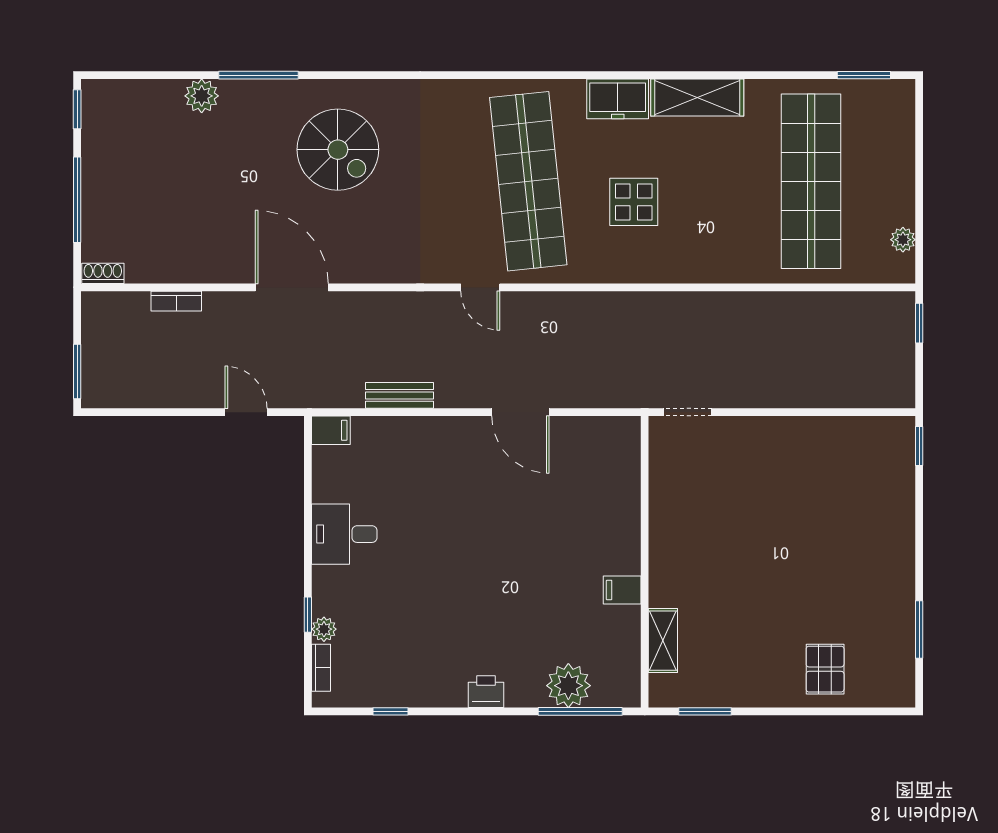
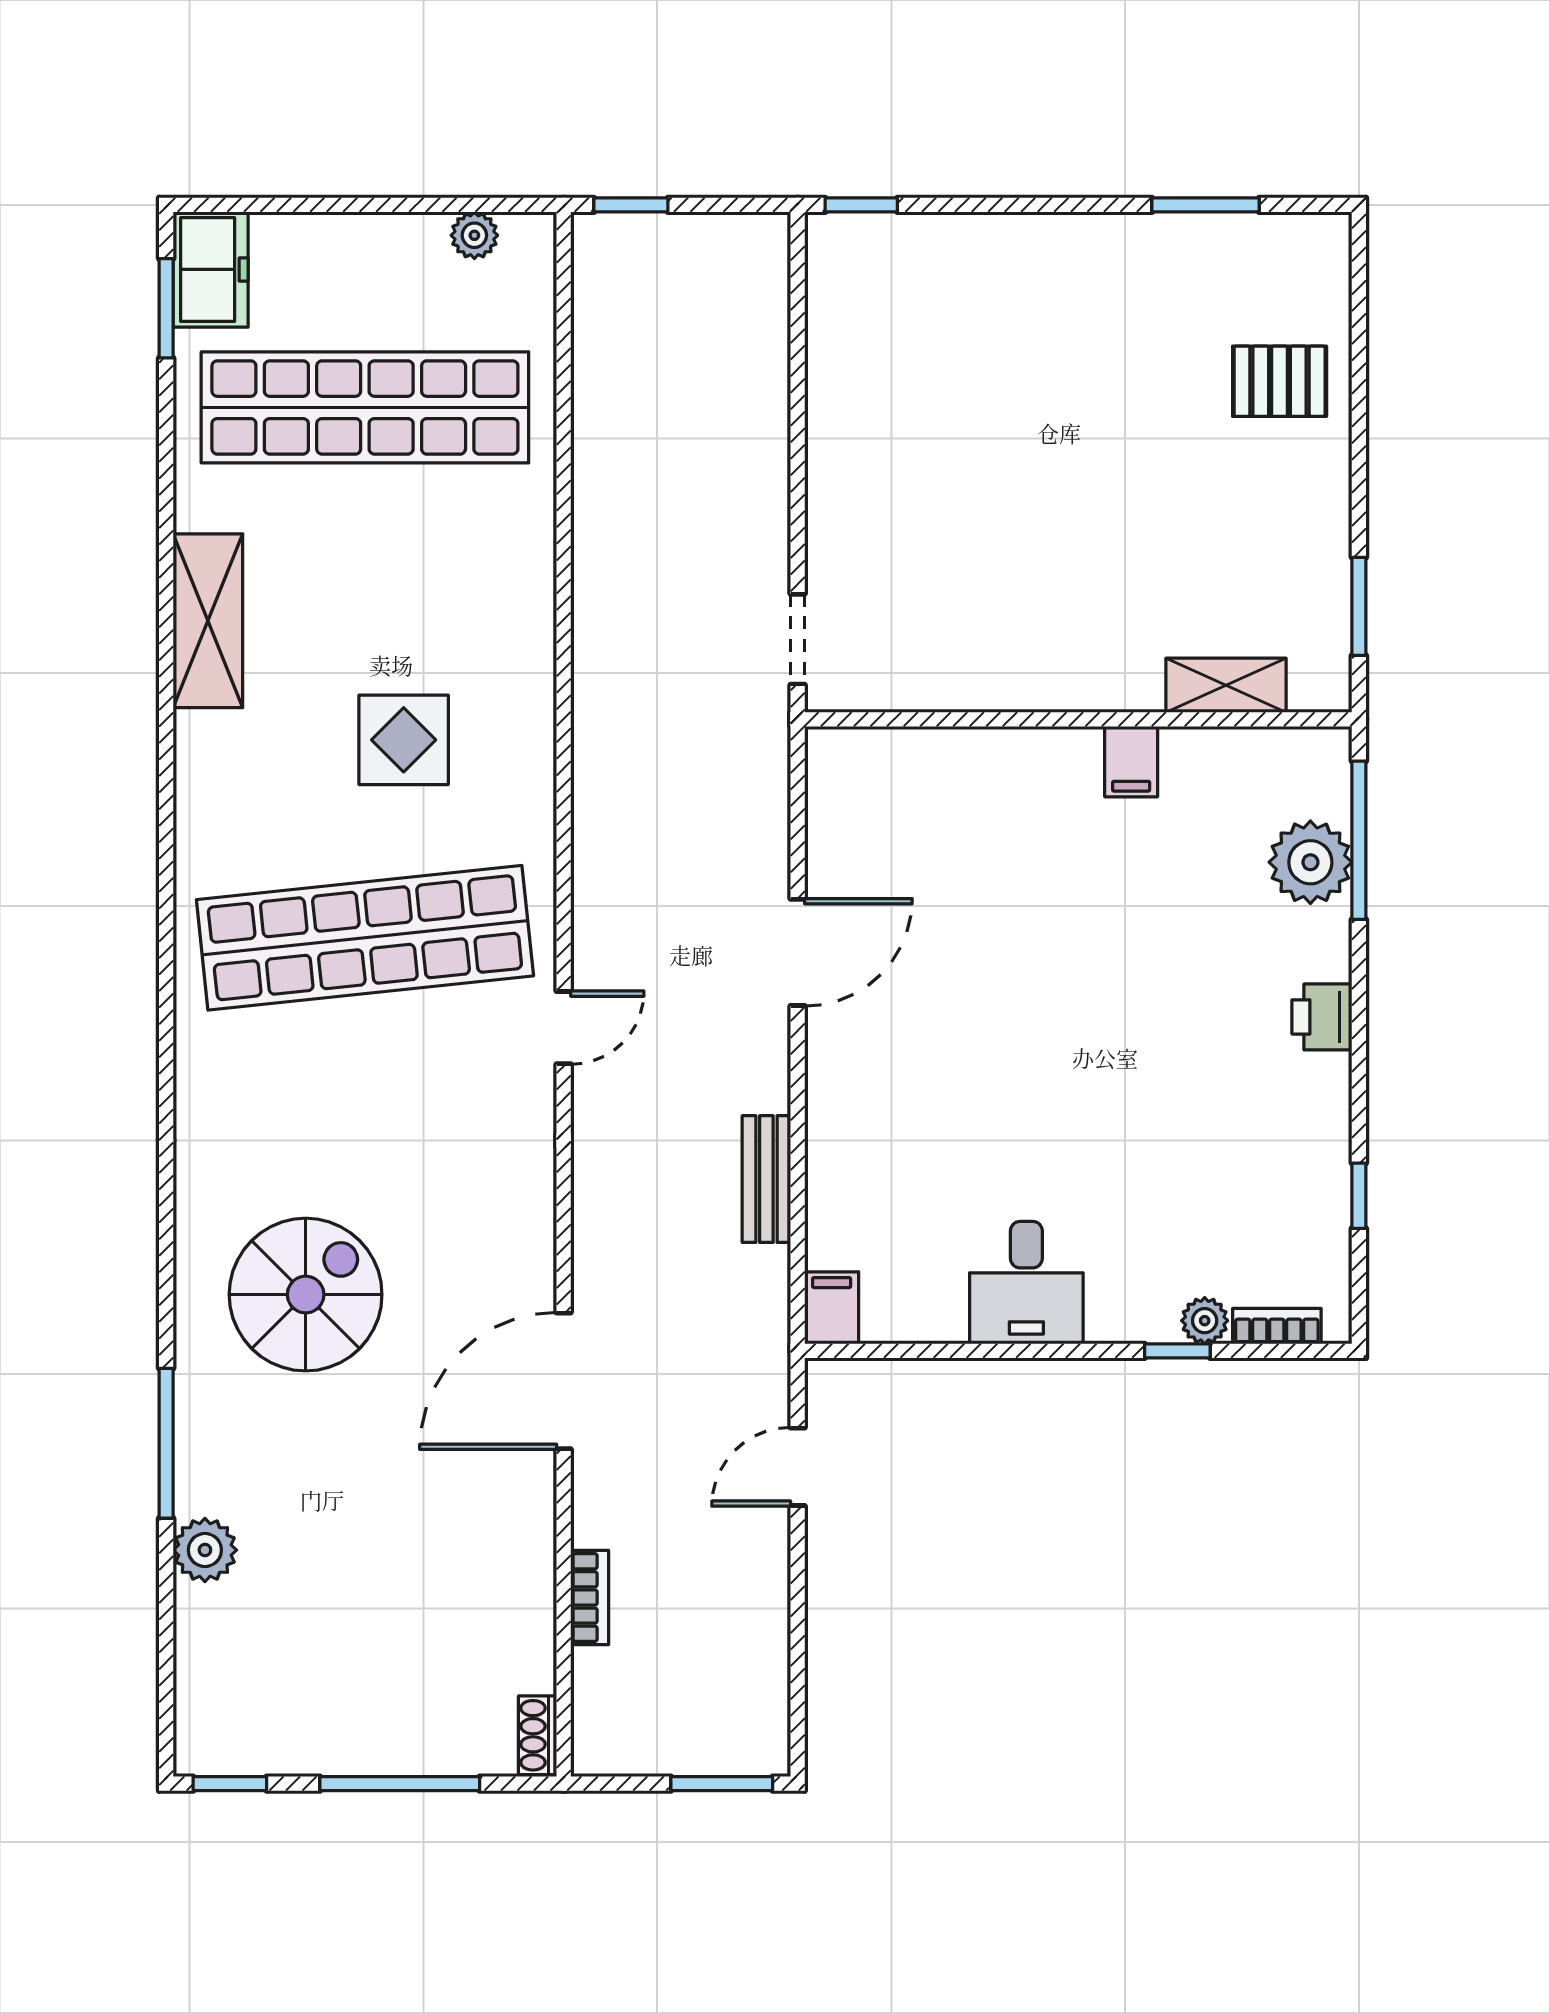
freezer: (618, 99) -> (211, 269), moved

